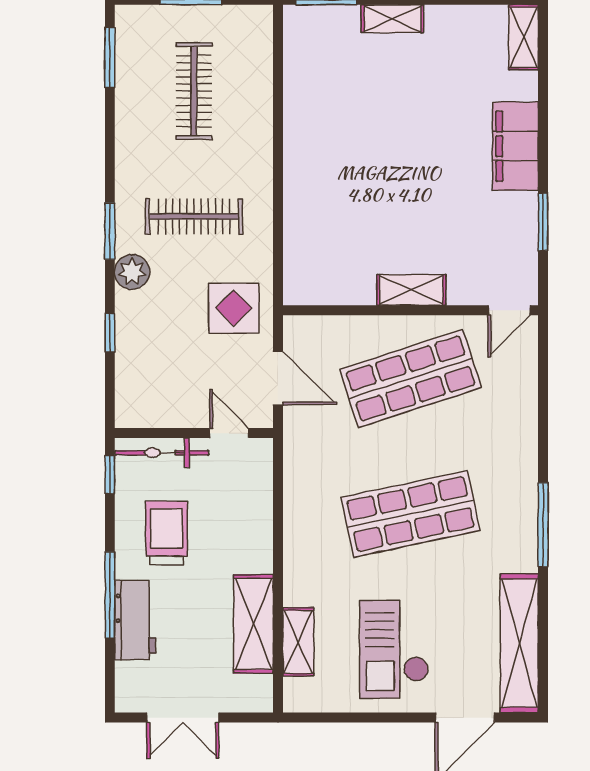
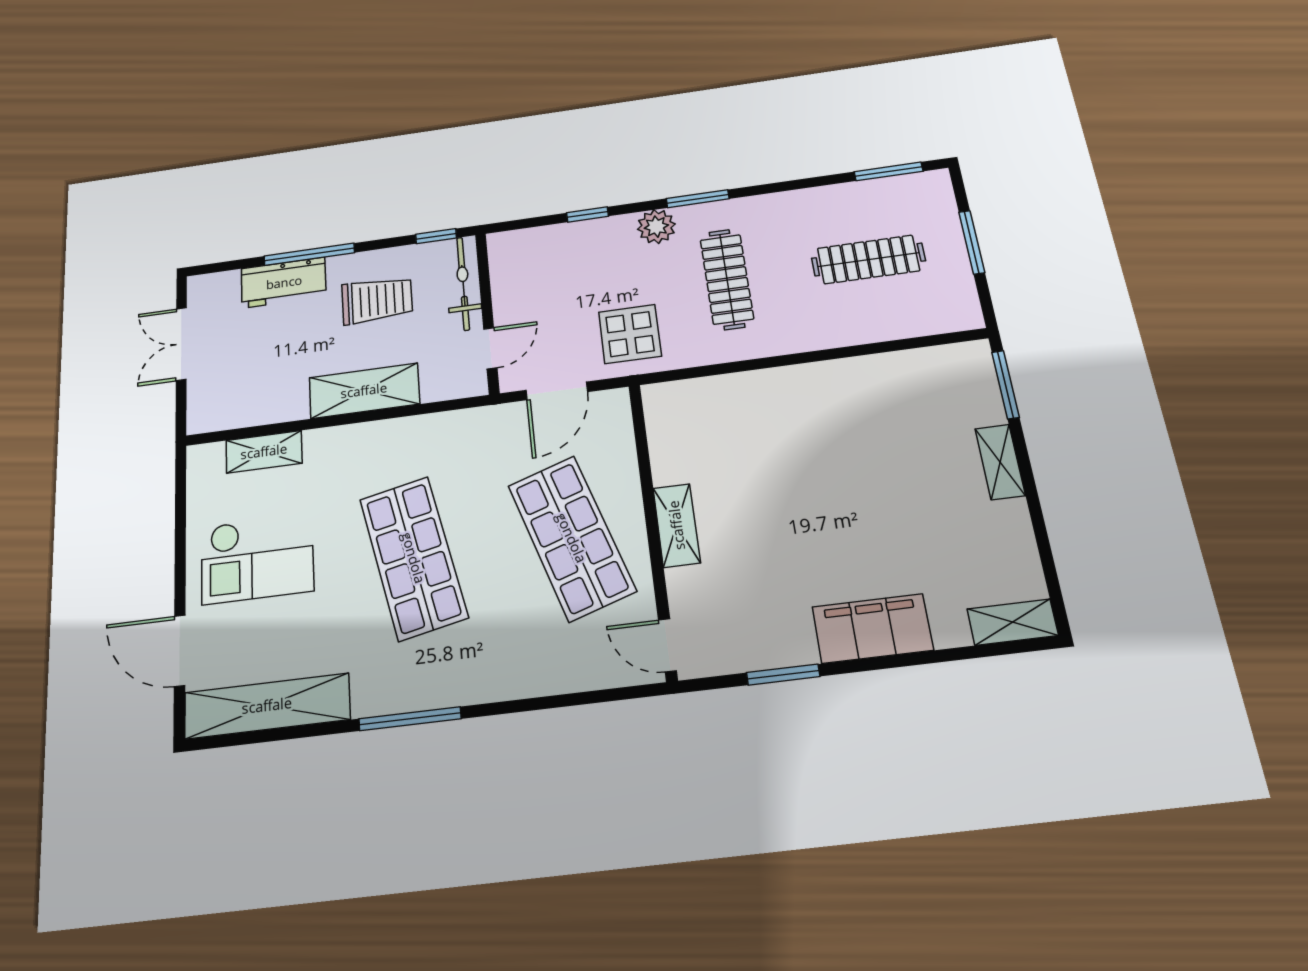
shelving: (253, 624) -> (364, 391), moved
checkout: (394, 649) -> (257, 559), turned 180

